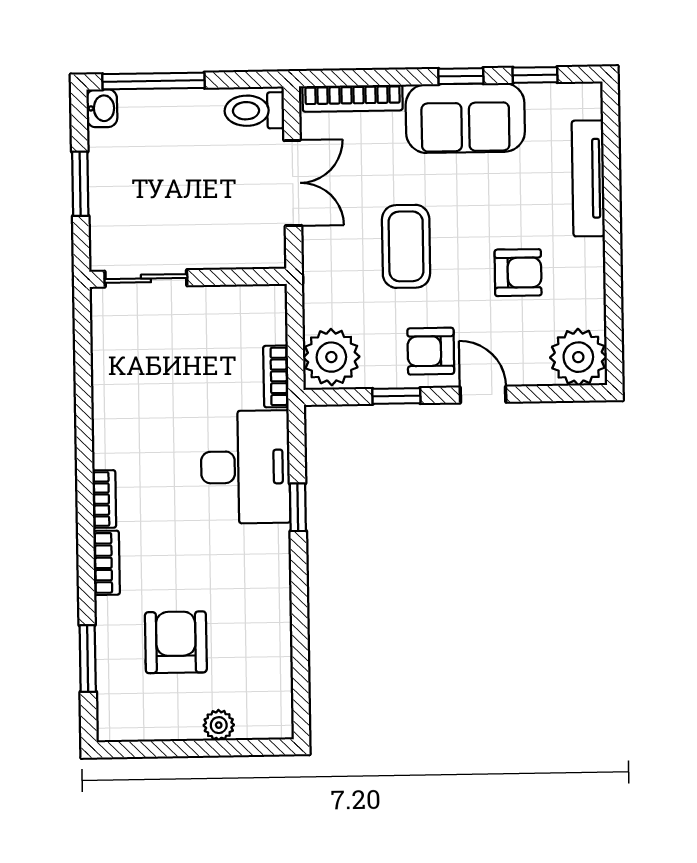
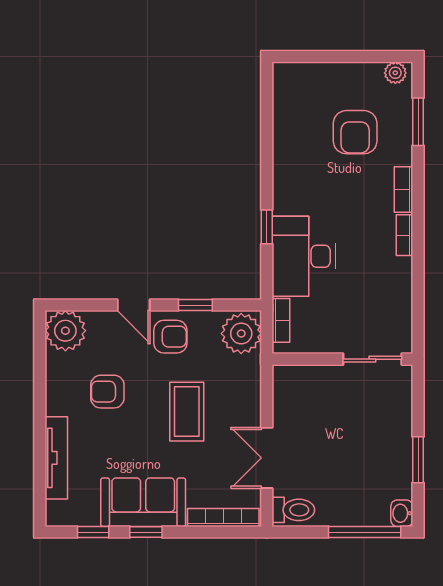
sliding door: (146, 278) -> (372, 359), moved
wall: (188, 278) -> (342, 359), moved
plant: (219, 725) -> (395, 73), moved

